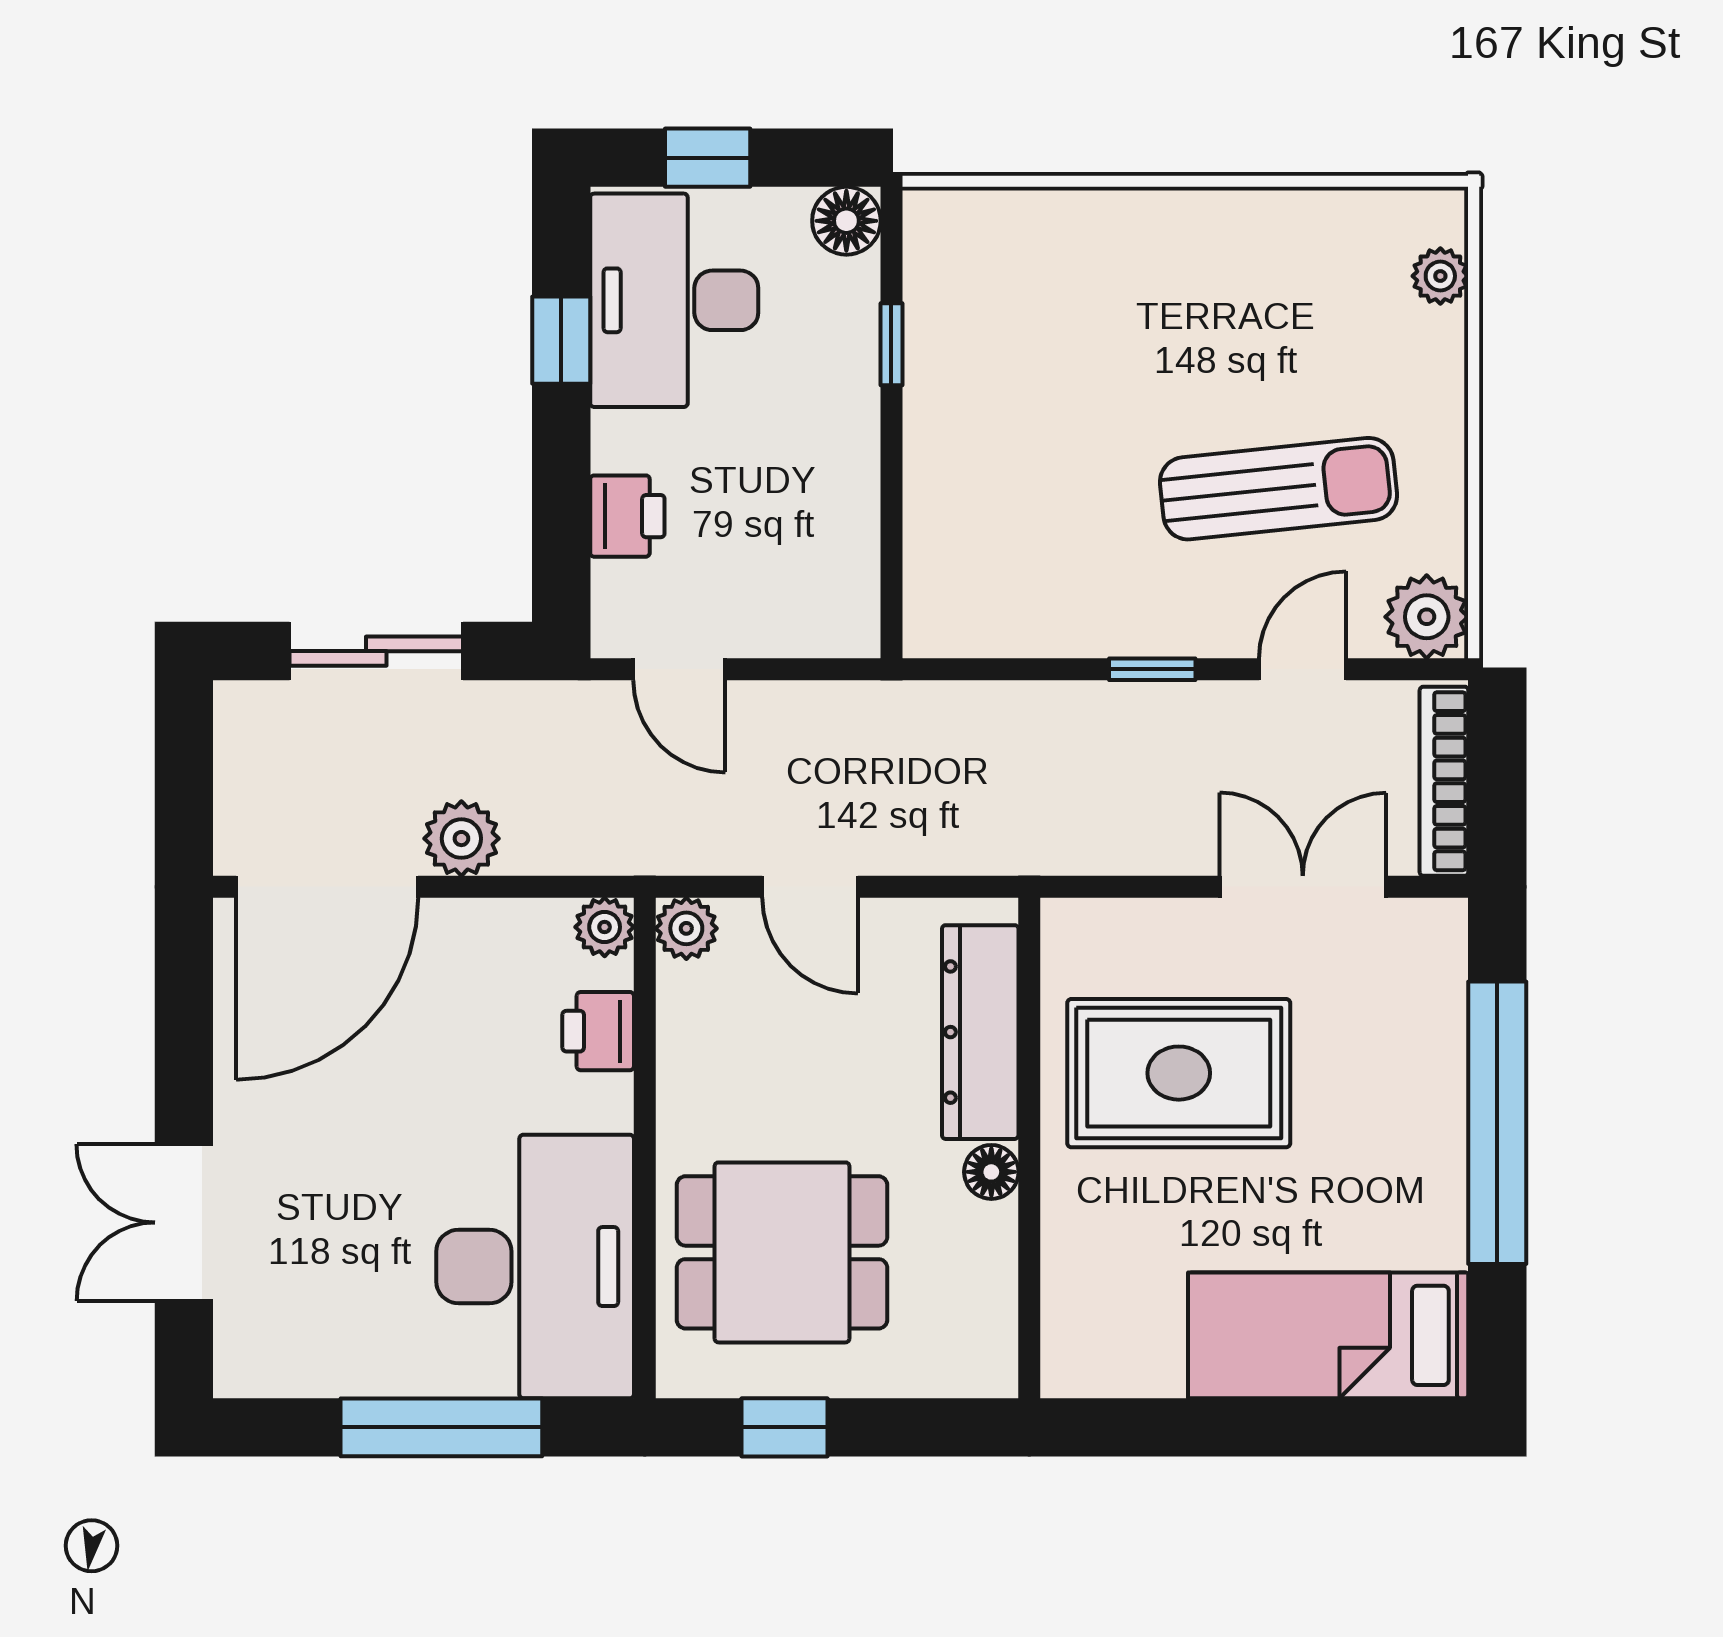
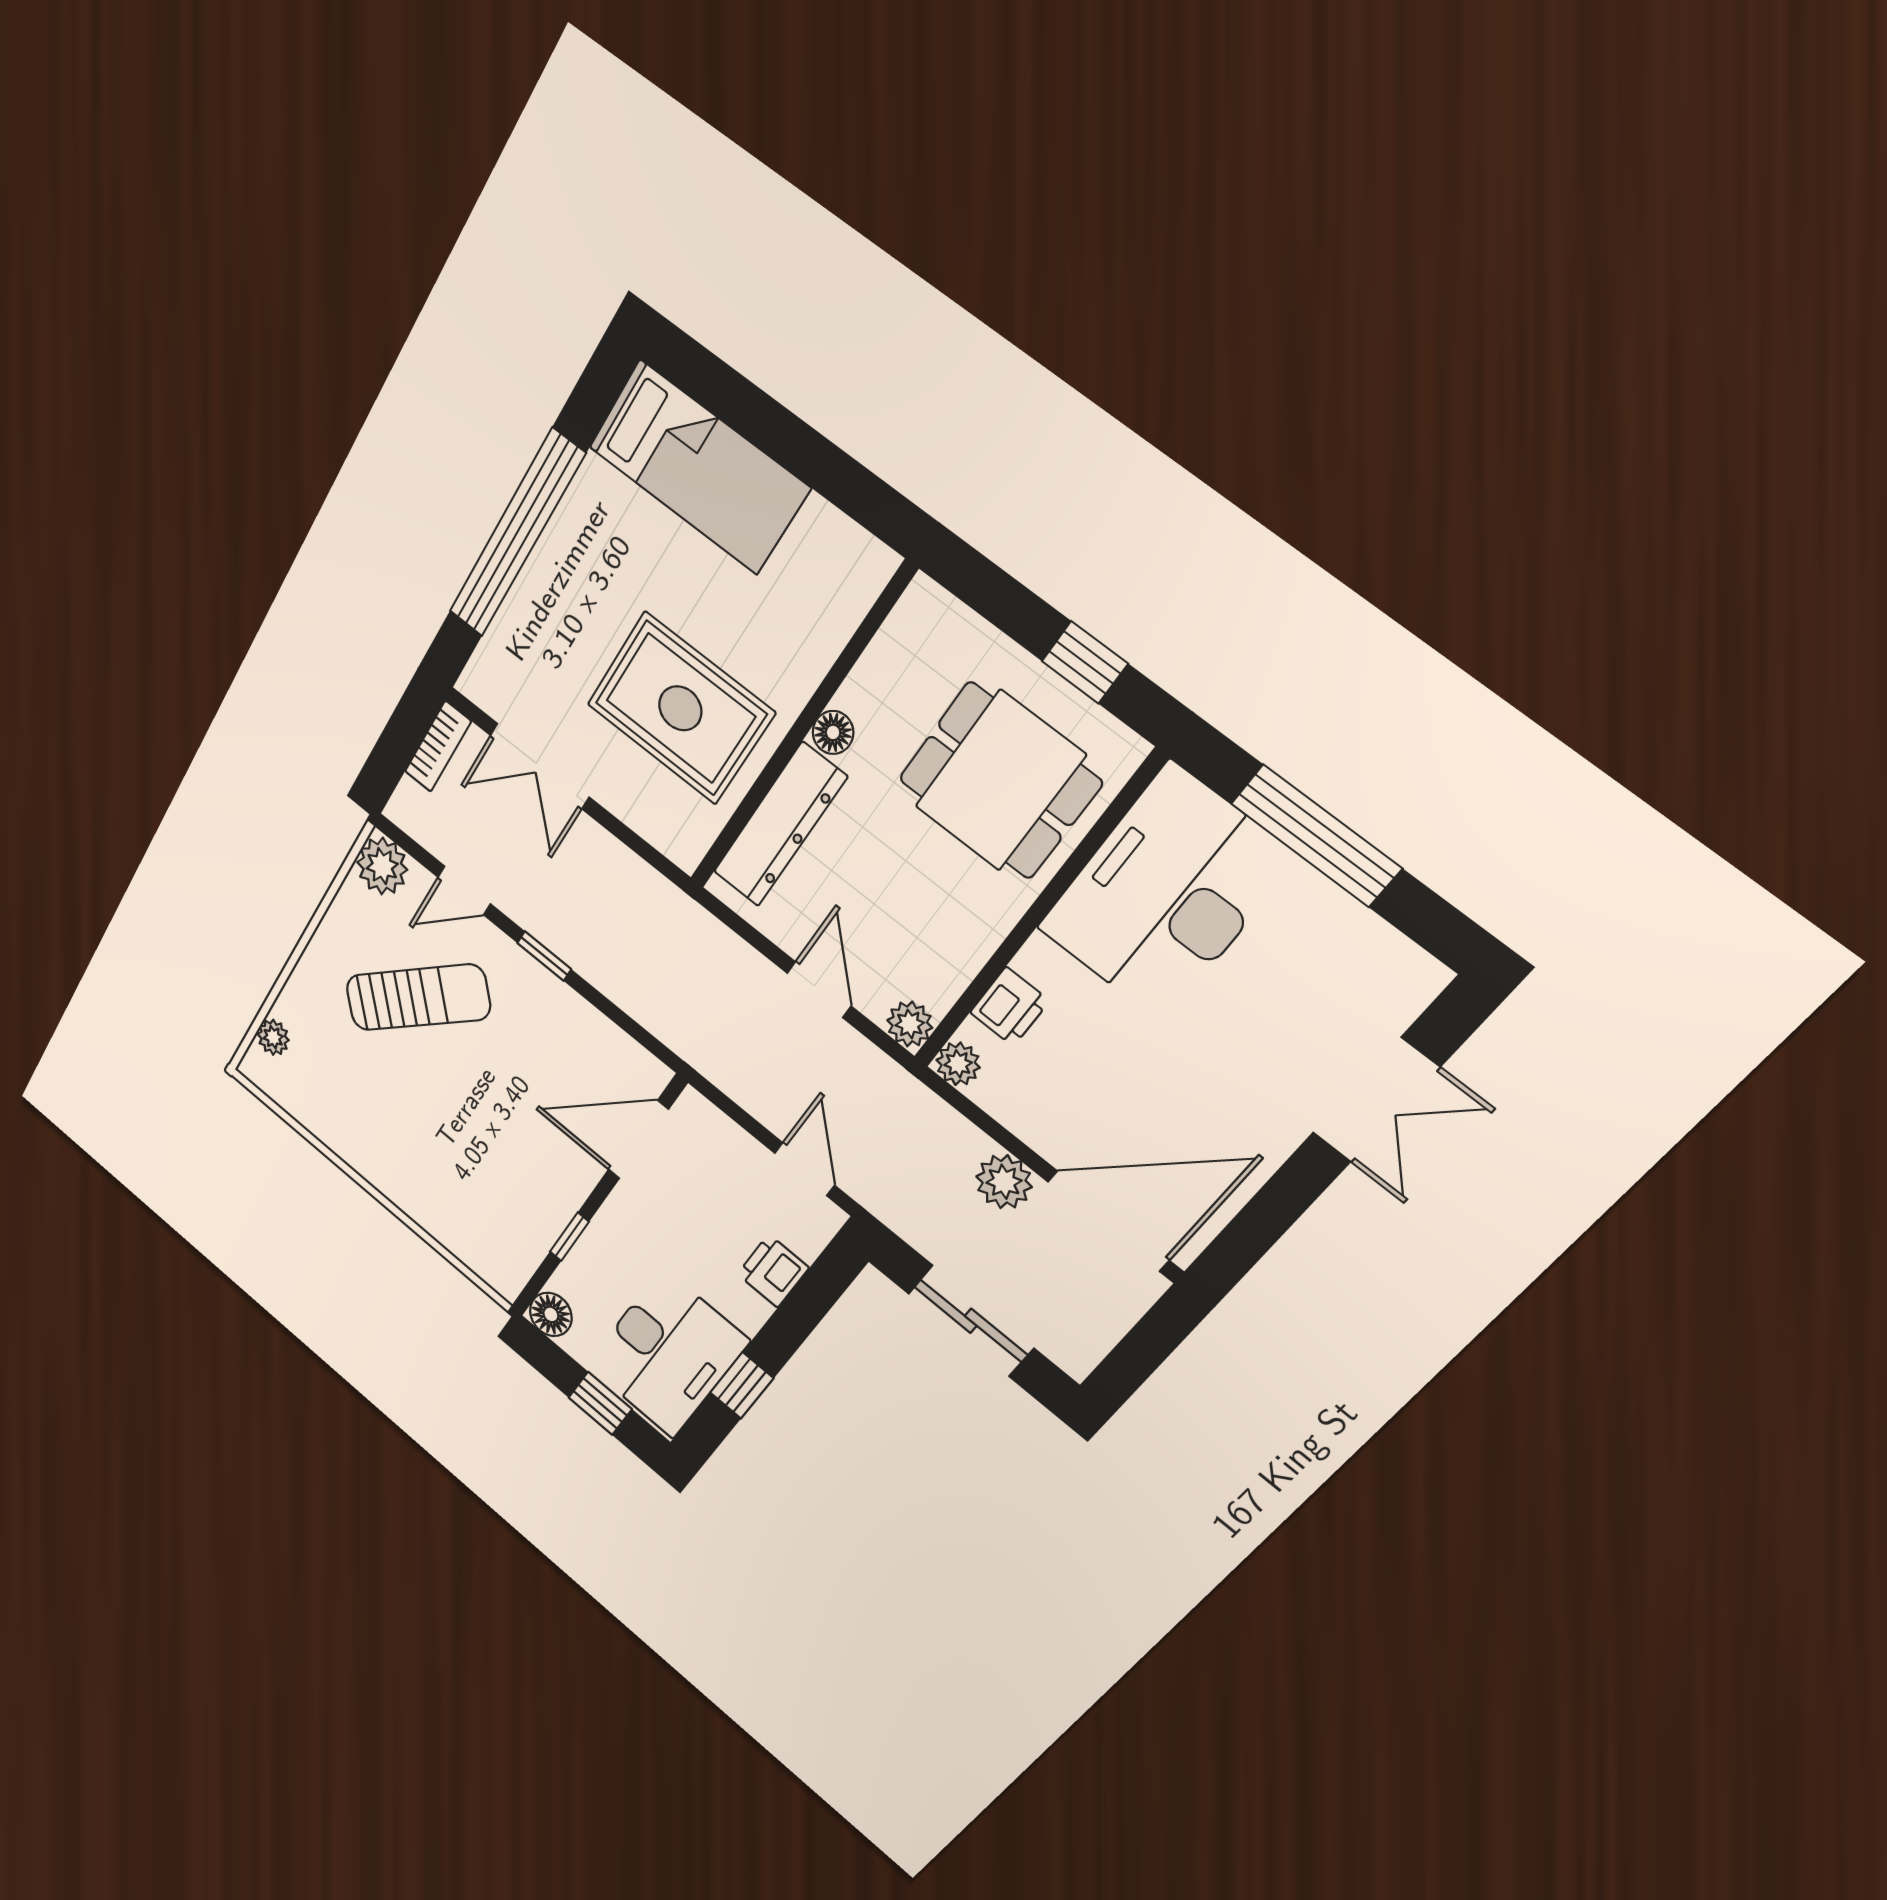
sun lounger: (1279, 489) -> (418, 997), turned 142
door: (891, 540) -> (638, 1140), added
bookcase: (1444, 781) -> (438, 746), width x0.64

